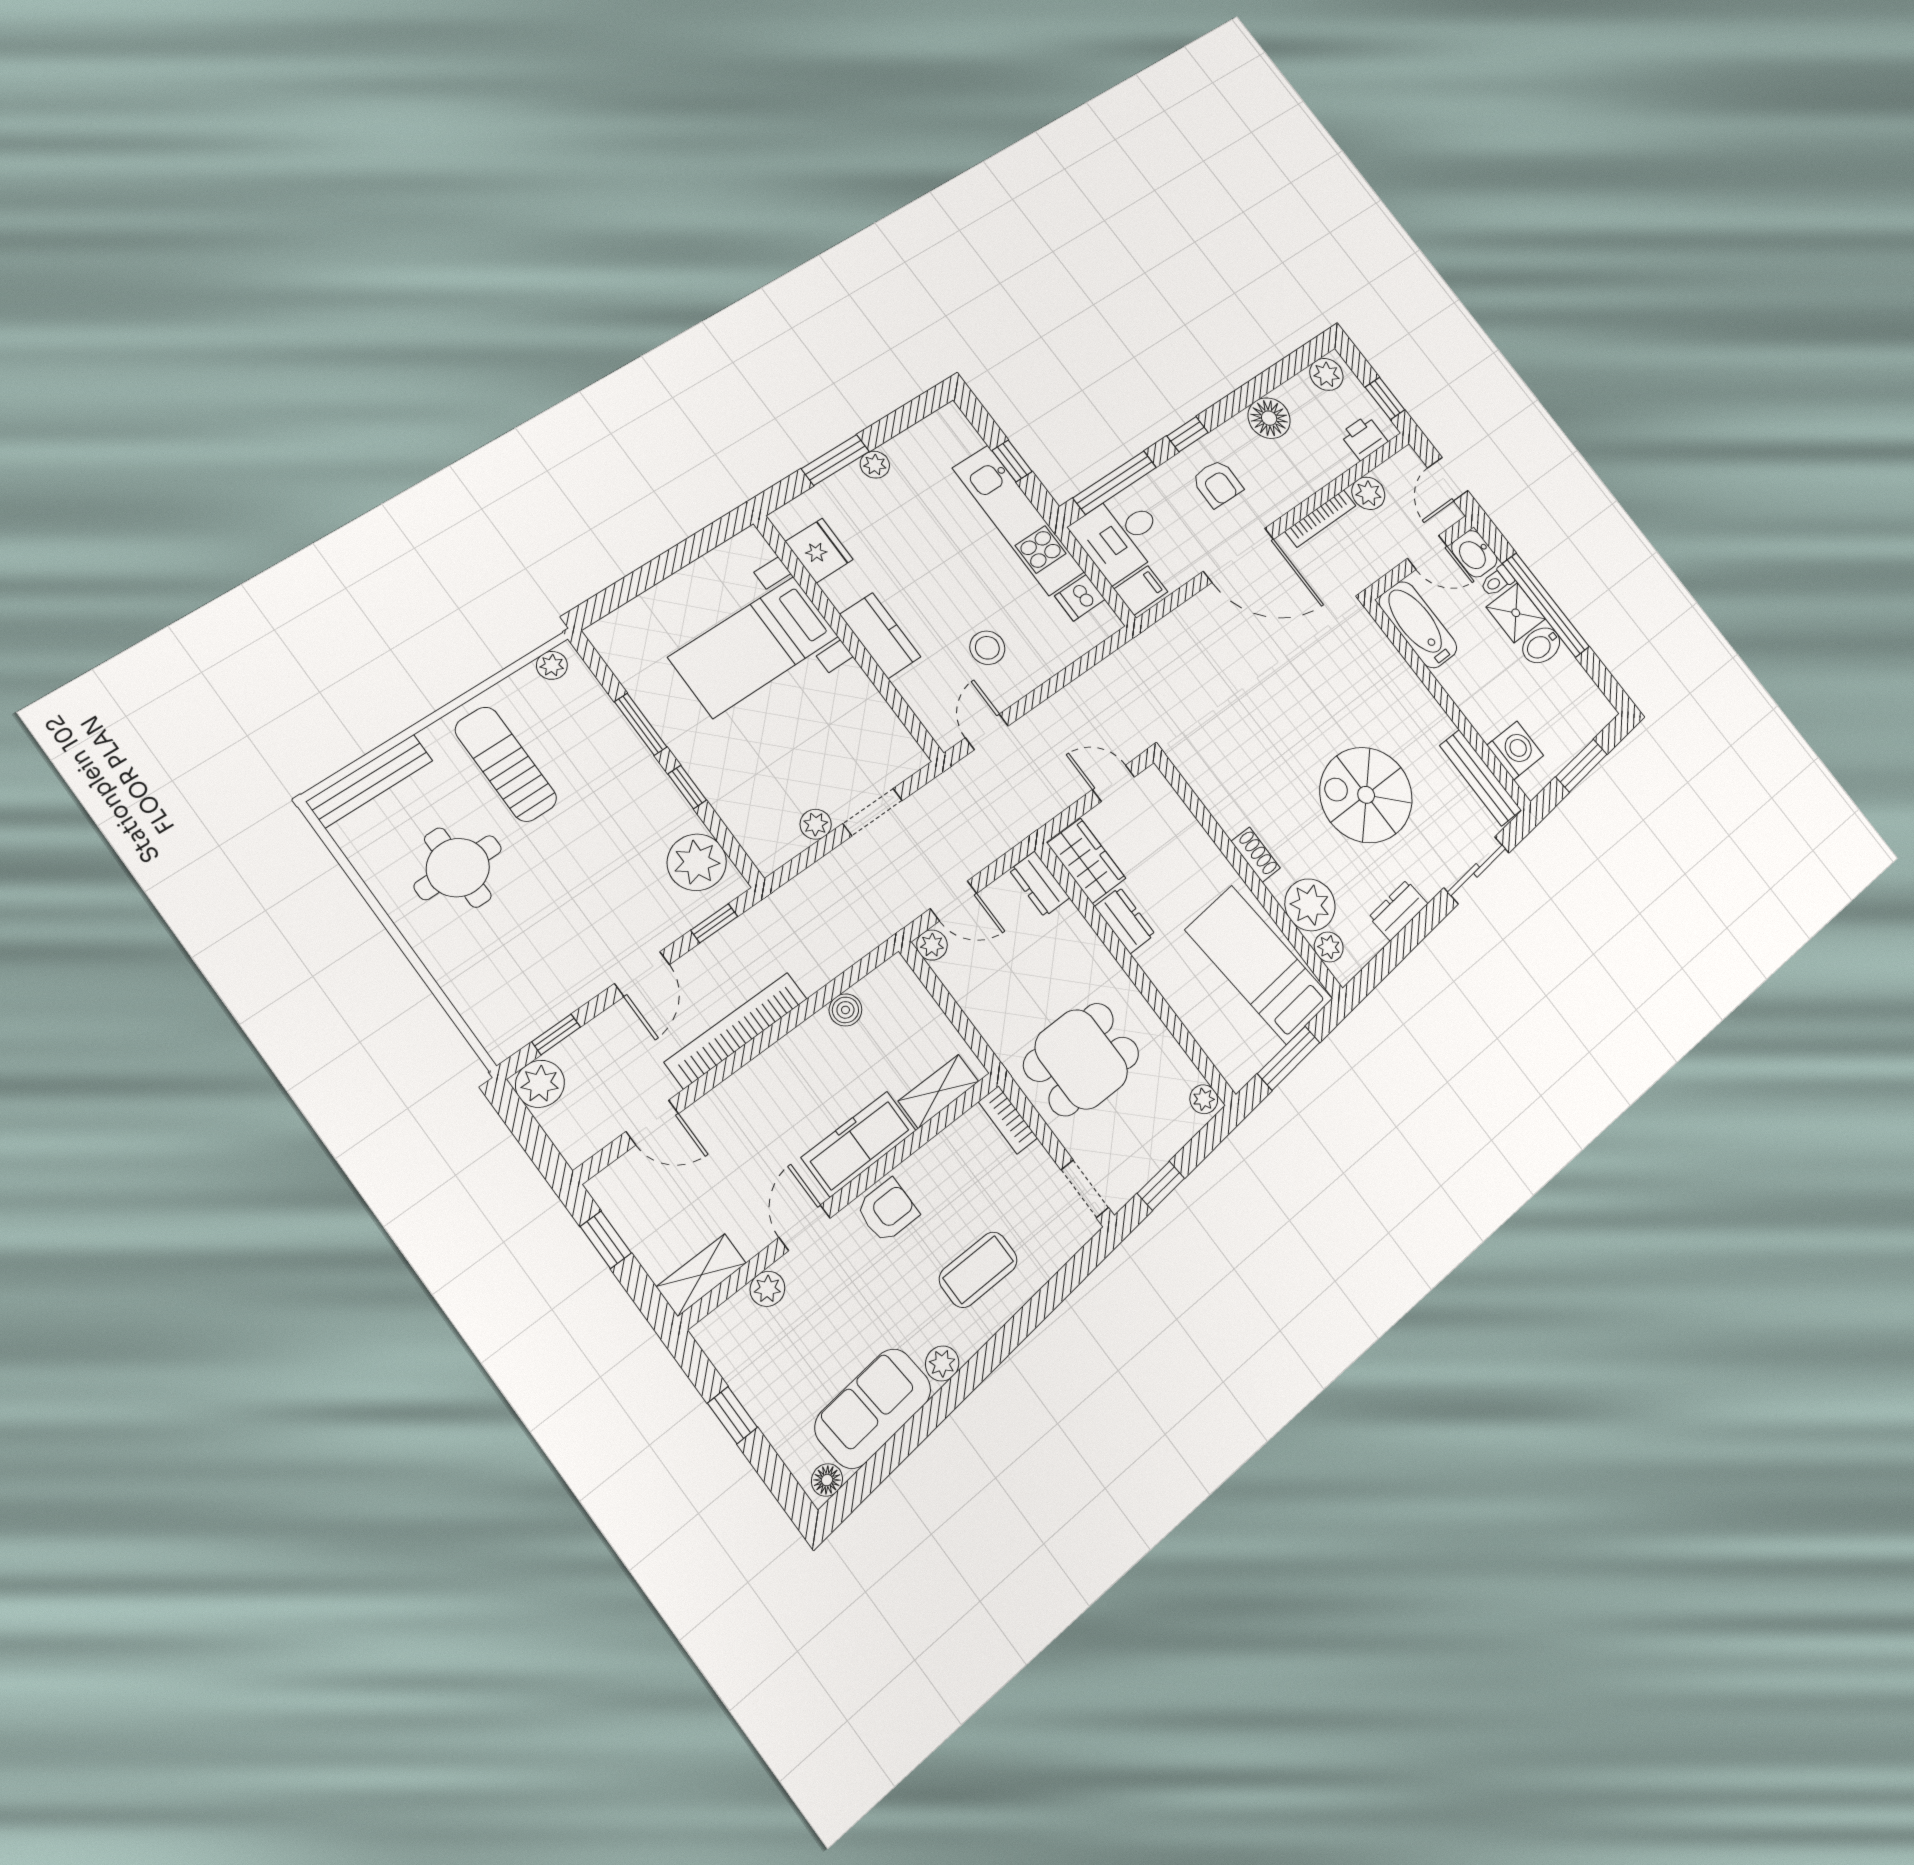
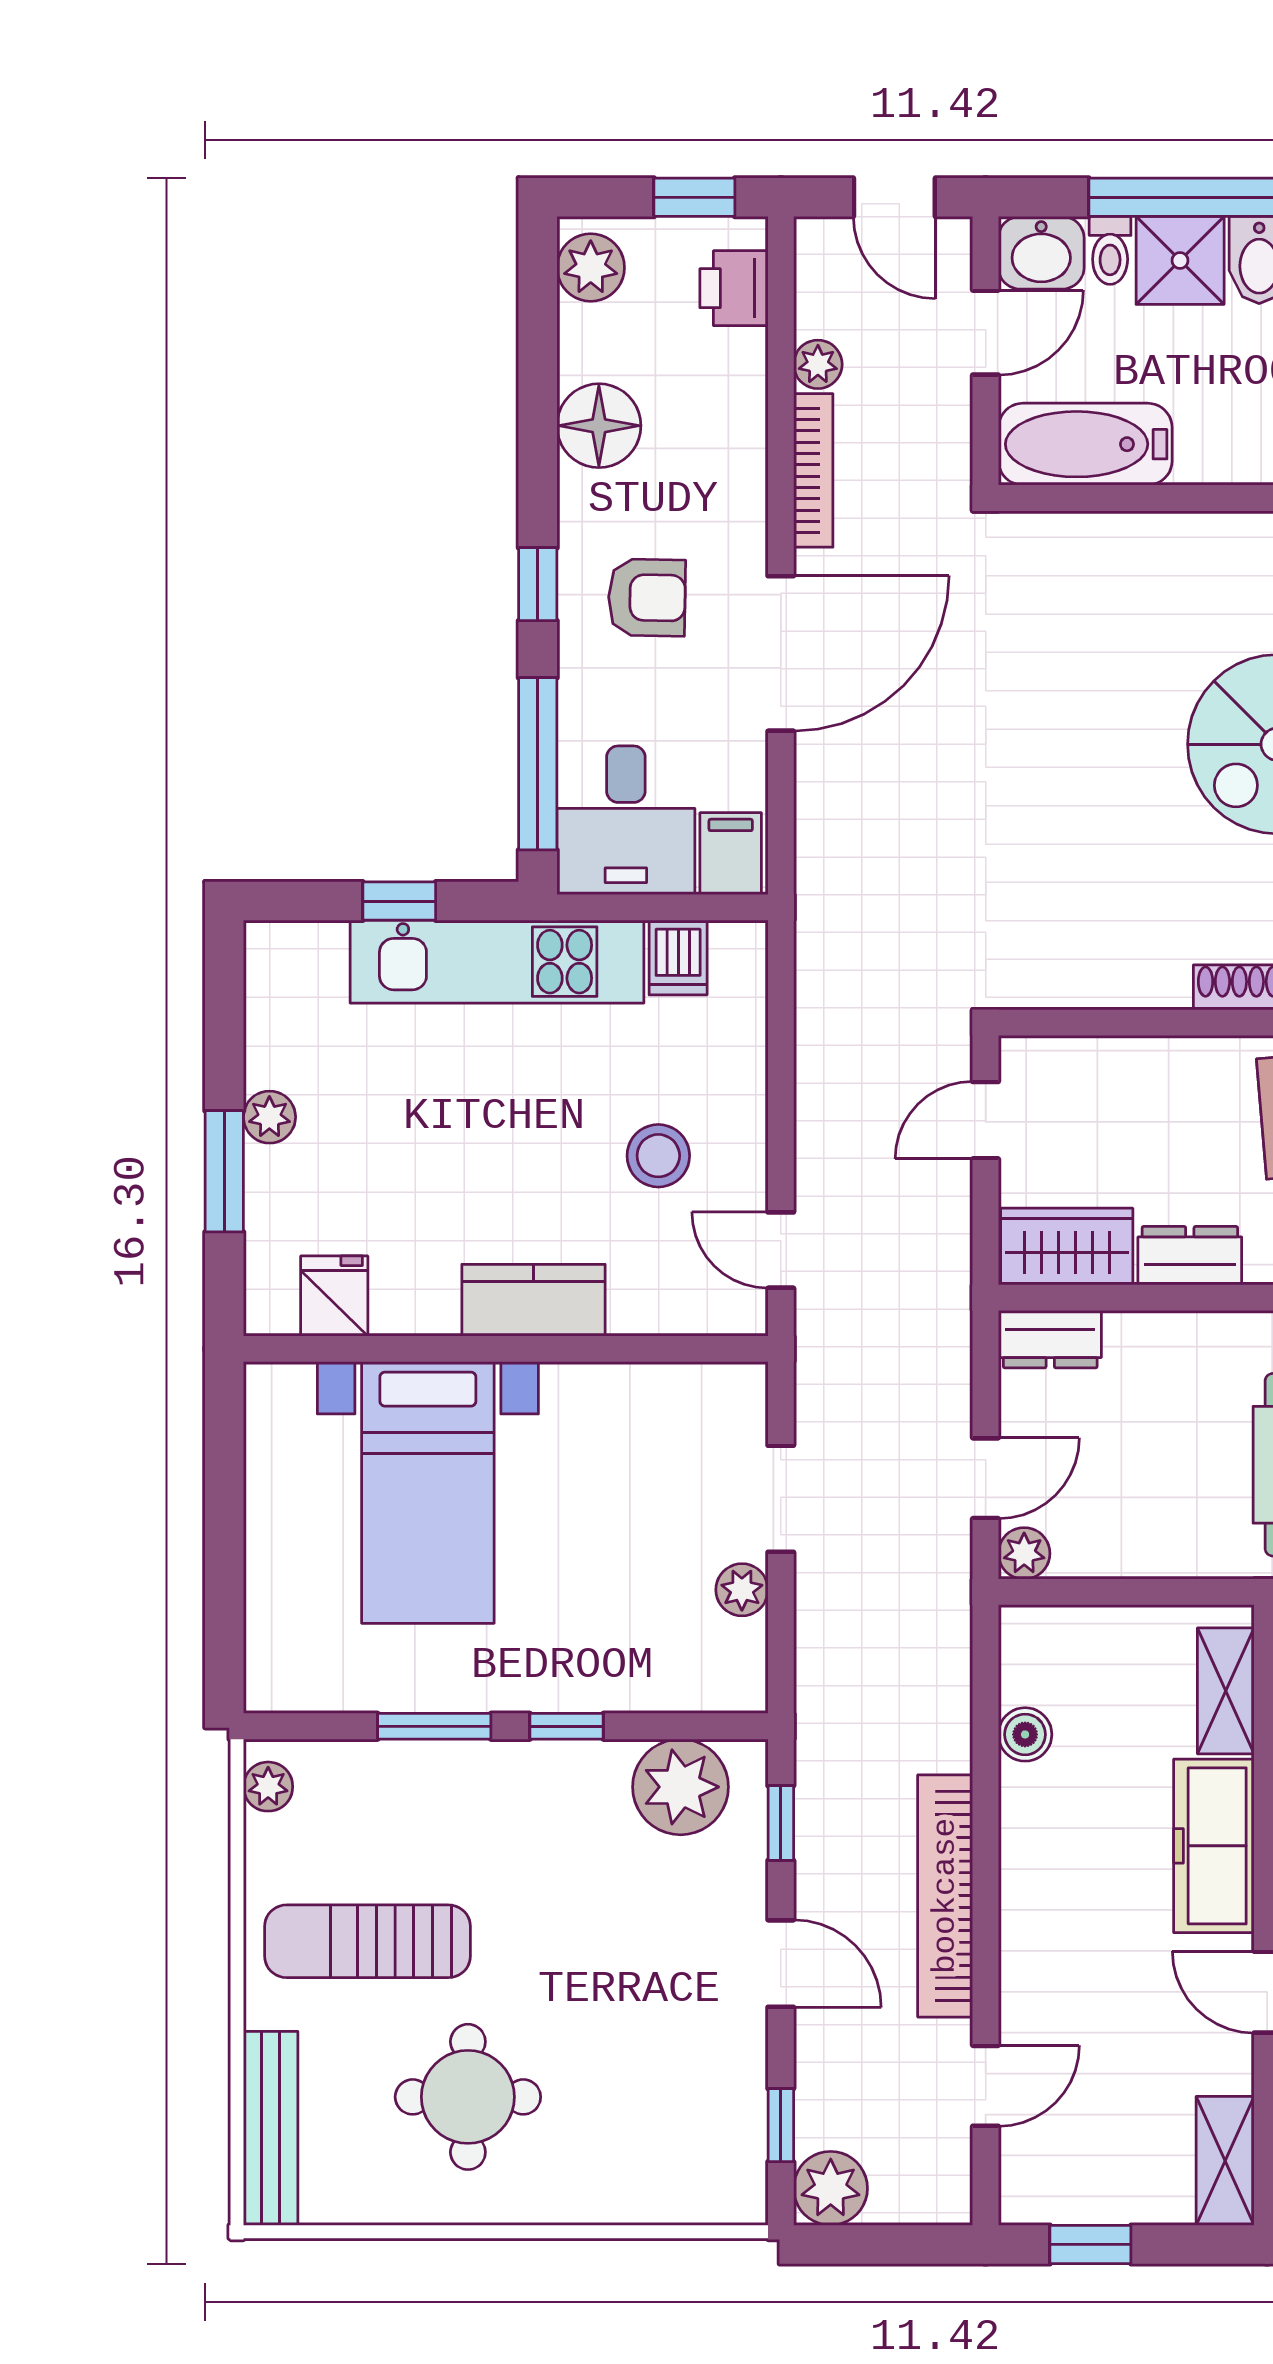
plant: (1368, 493) -> (818, 364), width x0.73, depth x0.73
fridge: (819, 551) -> (334, 1296), width x0.72

